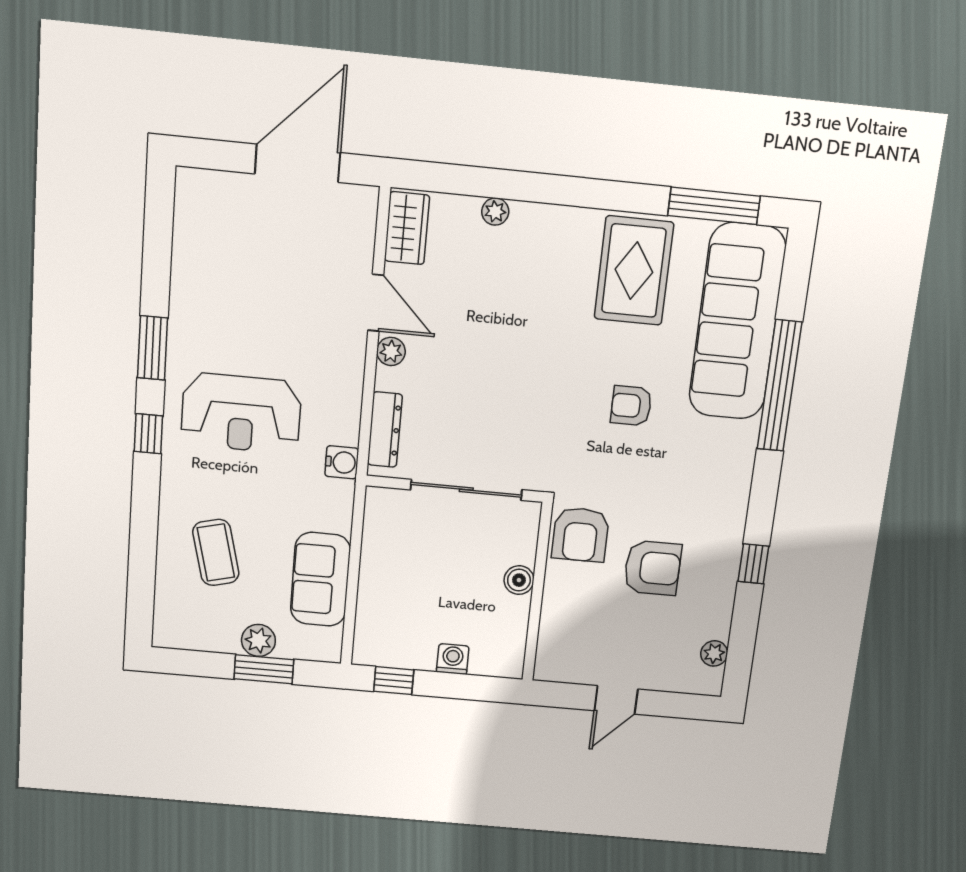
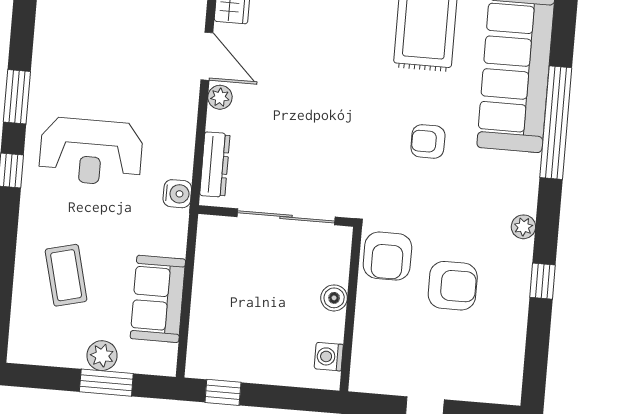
plant: (714, 653) -> (523, 227), moved
washing machine: (453, 659) -> (329, 357), moved, turned -90

